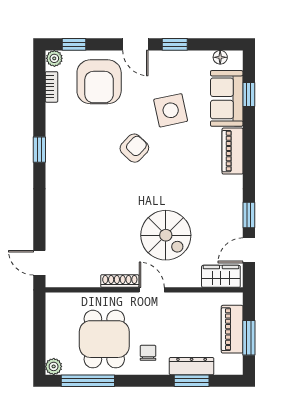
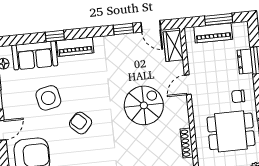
window: (249, 95) -> (55, 36), moved
spiral stairs: (166, 235) -> (144, 105), moved
shoe rack: (120, 281) -> (187, 143), moved
door: (152, 290) -> (188, 85), moved
dresser: (192, 366) -> (245, 62), width x0.70

